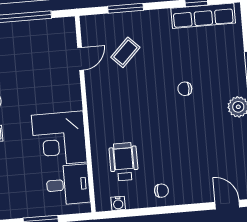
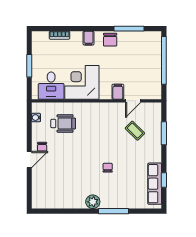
door: (81, 59) -> (133, 101), hinge flipped
filing cabinet: (69, 83) -> (118, 92), added
door: (227, 205) -> (29, 159), moved

